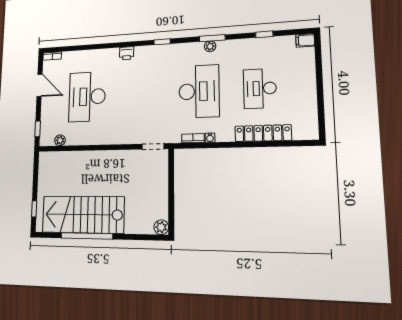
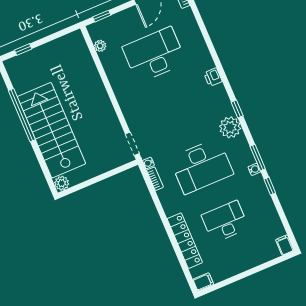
window: (264, 34) -> (270, 186), moved
water cooler: (222, 45) -> (254, 169), added
plant: (210, 46) -> (230, 127), moved, width x1.88, depth x1.88
filing cabinet: (312, 131) -> (203, 282), added
water cooler: (210, 138) -> (148, 163), moved
stairs: (83, 215) -> (51, 130), moved

